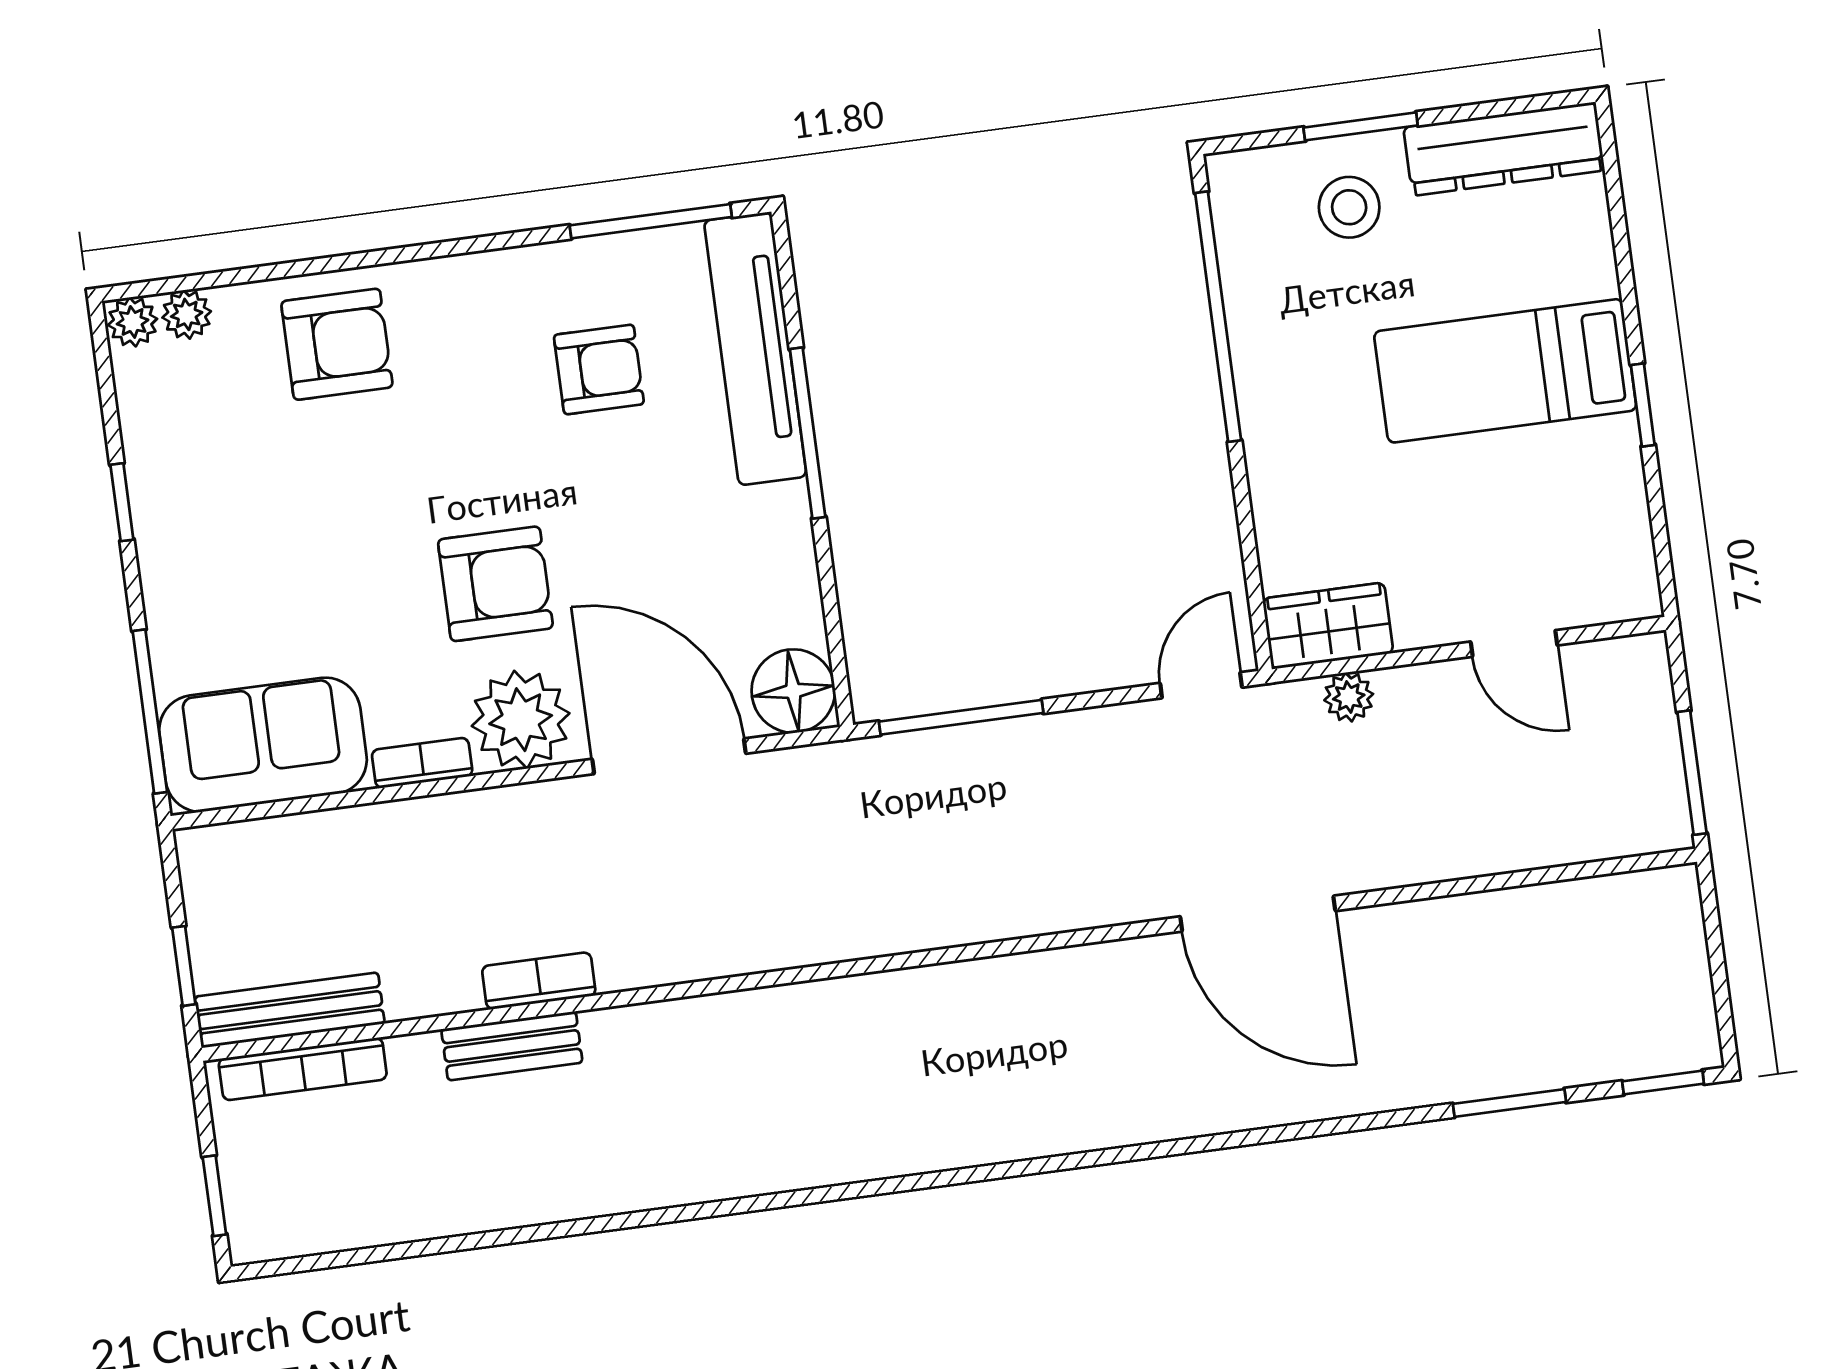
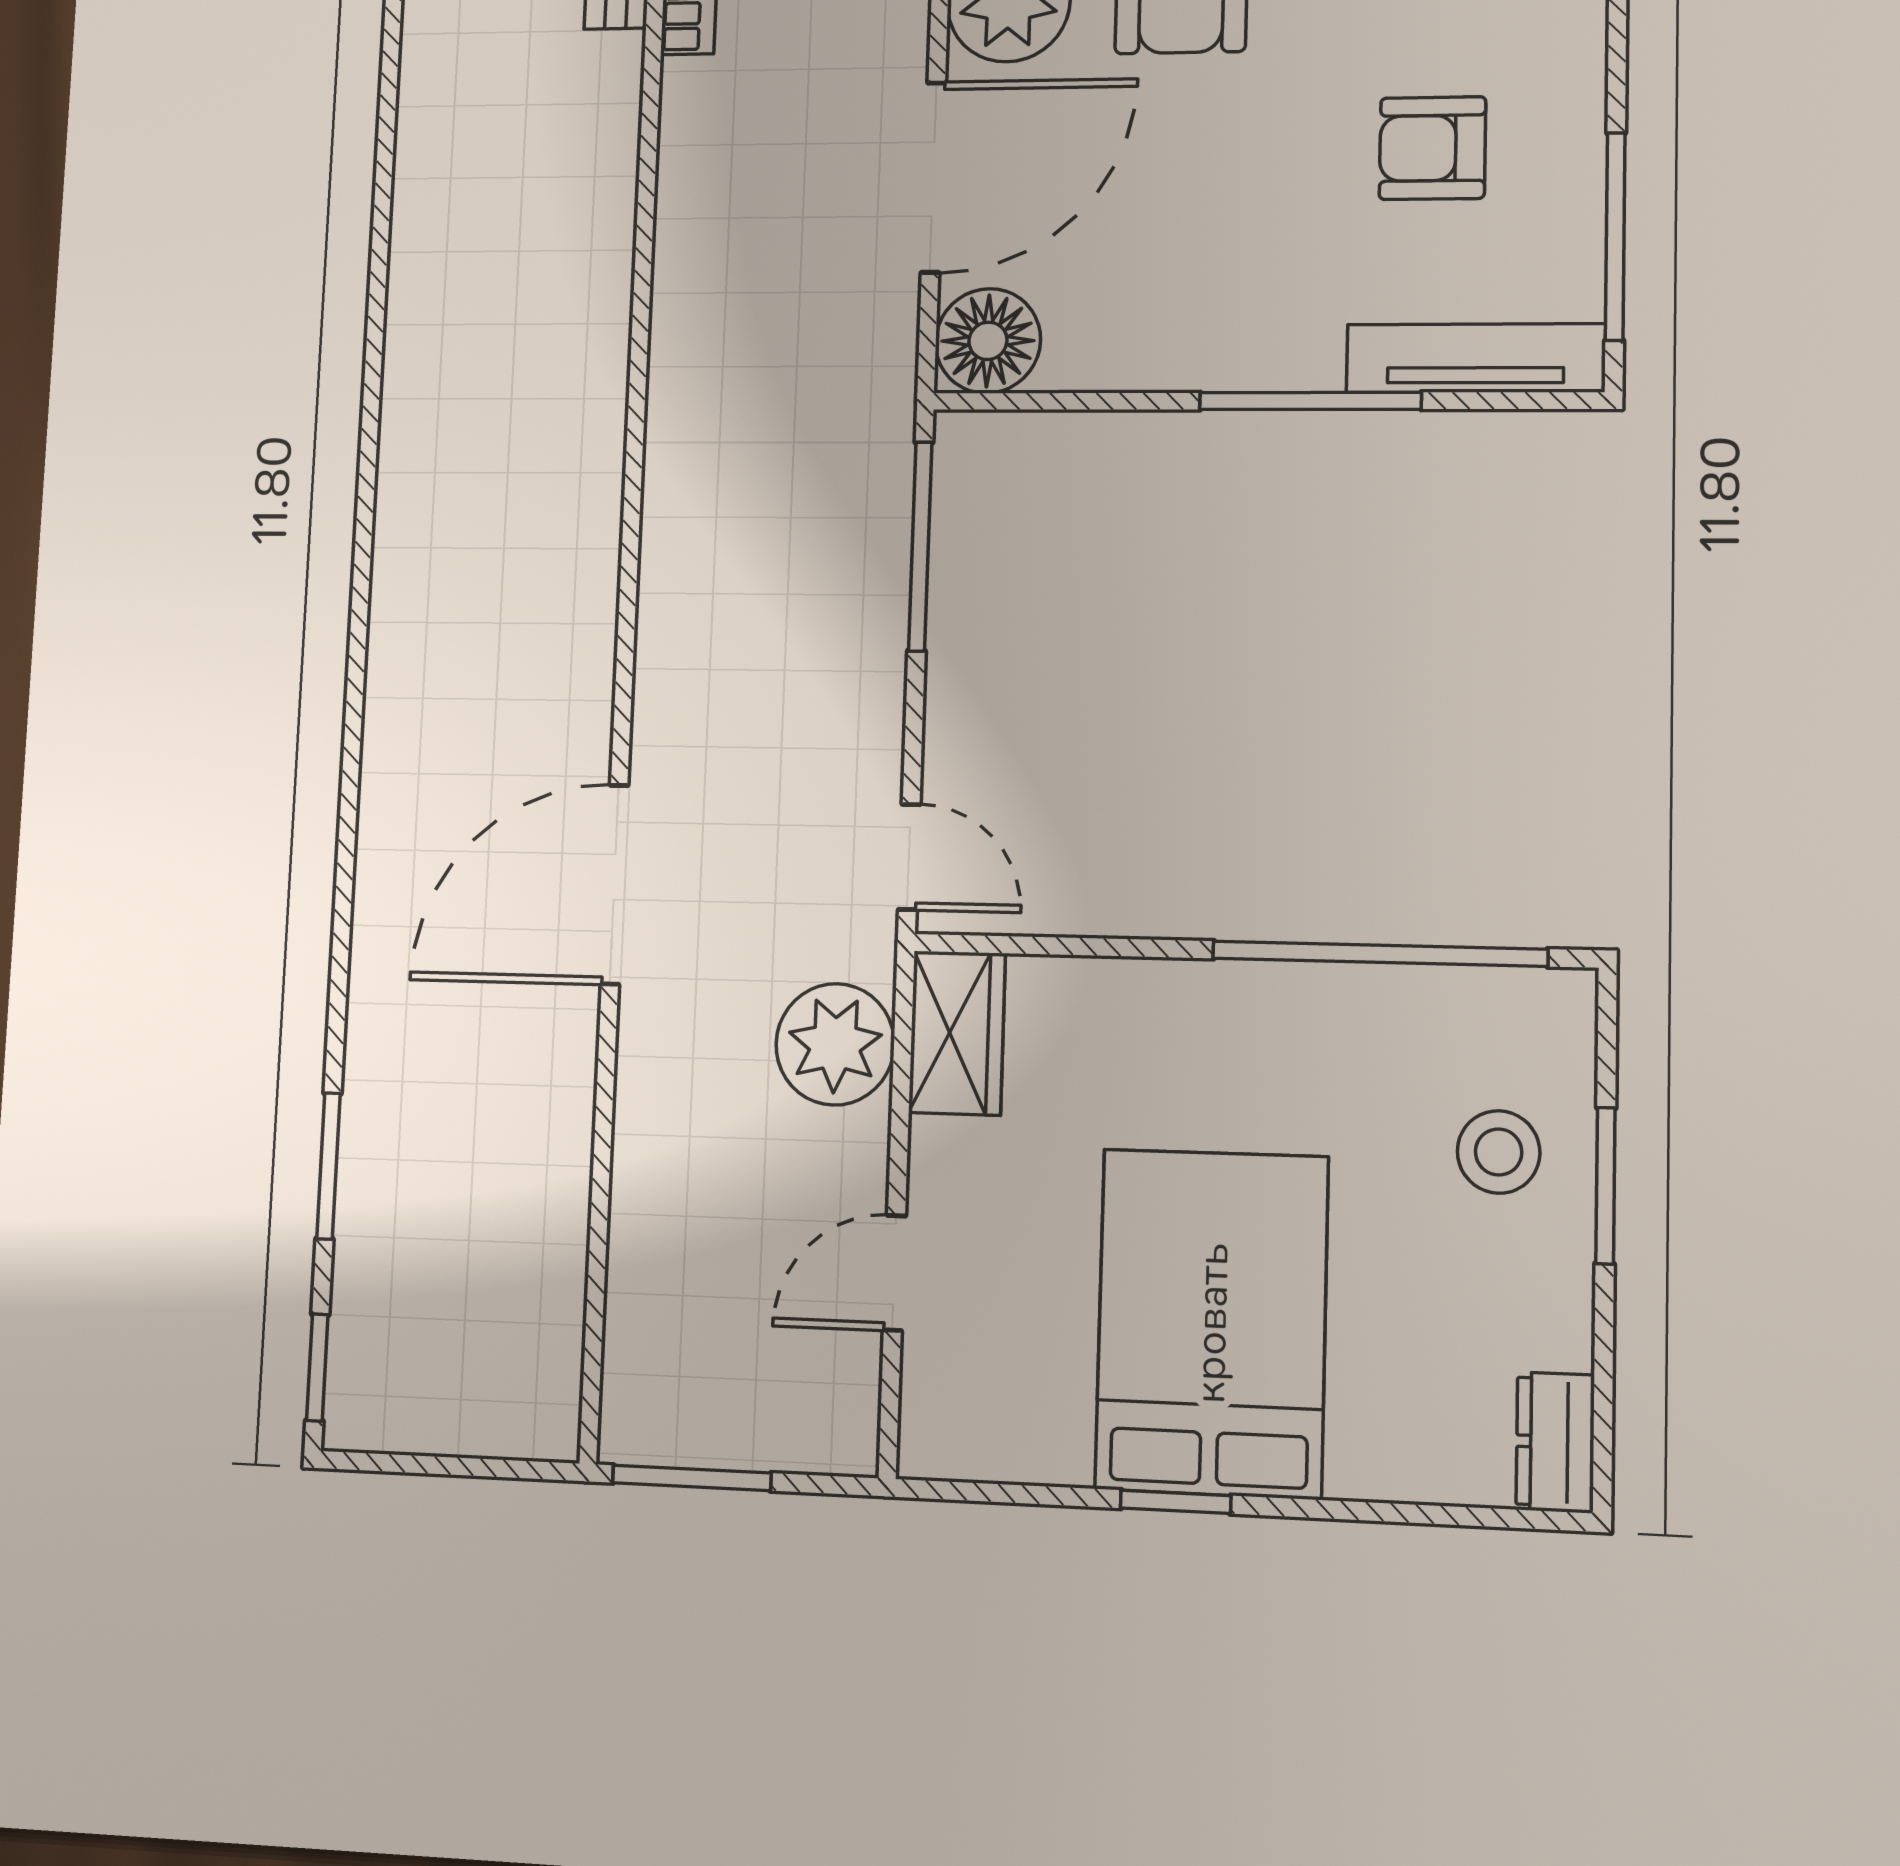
dresser: (1504, 149) -> (1555, 1442), width x0.51, depth x0.80
tv unit: (755, 349) -> (1475, 358), width x0.73, depth x0.78
armchair: (599, 370) -> (1432, 148), turned 90
bed: (1505, 371) -> (1212, 1323), width x1.50
plant: (1349, 697) -> (835, 1044), width x1.88, depth x1.88

